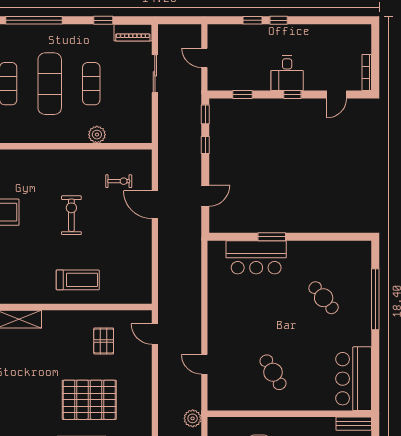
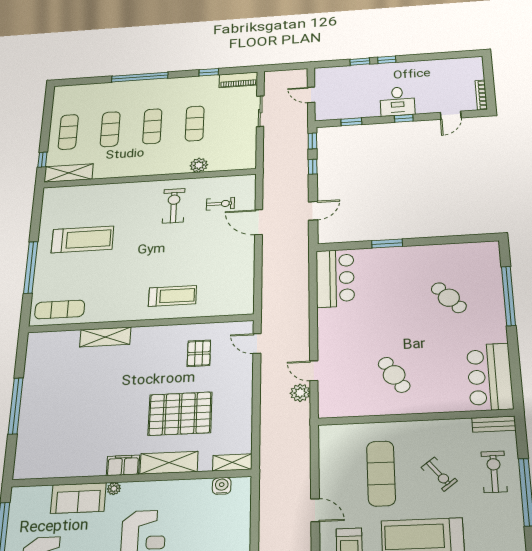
exercise mat: (50, 84) -> (152, 126), width x0.73, depth x0.69
exercise bike: (71, 215) -> (174, 206), moved
bar counter: (256, 257) -> (335, 278), moved, turned -90
plant: (193, 418) -> (300, 393), moved

